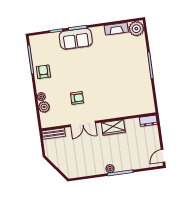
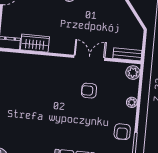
plant: (44, 107) -> (133, 73), moved
wardrobe: (113, 127) -> (35, 43), moved

